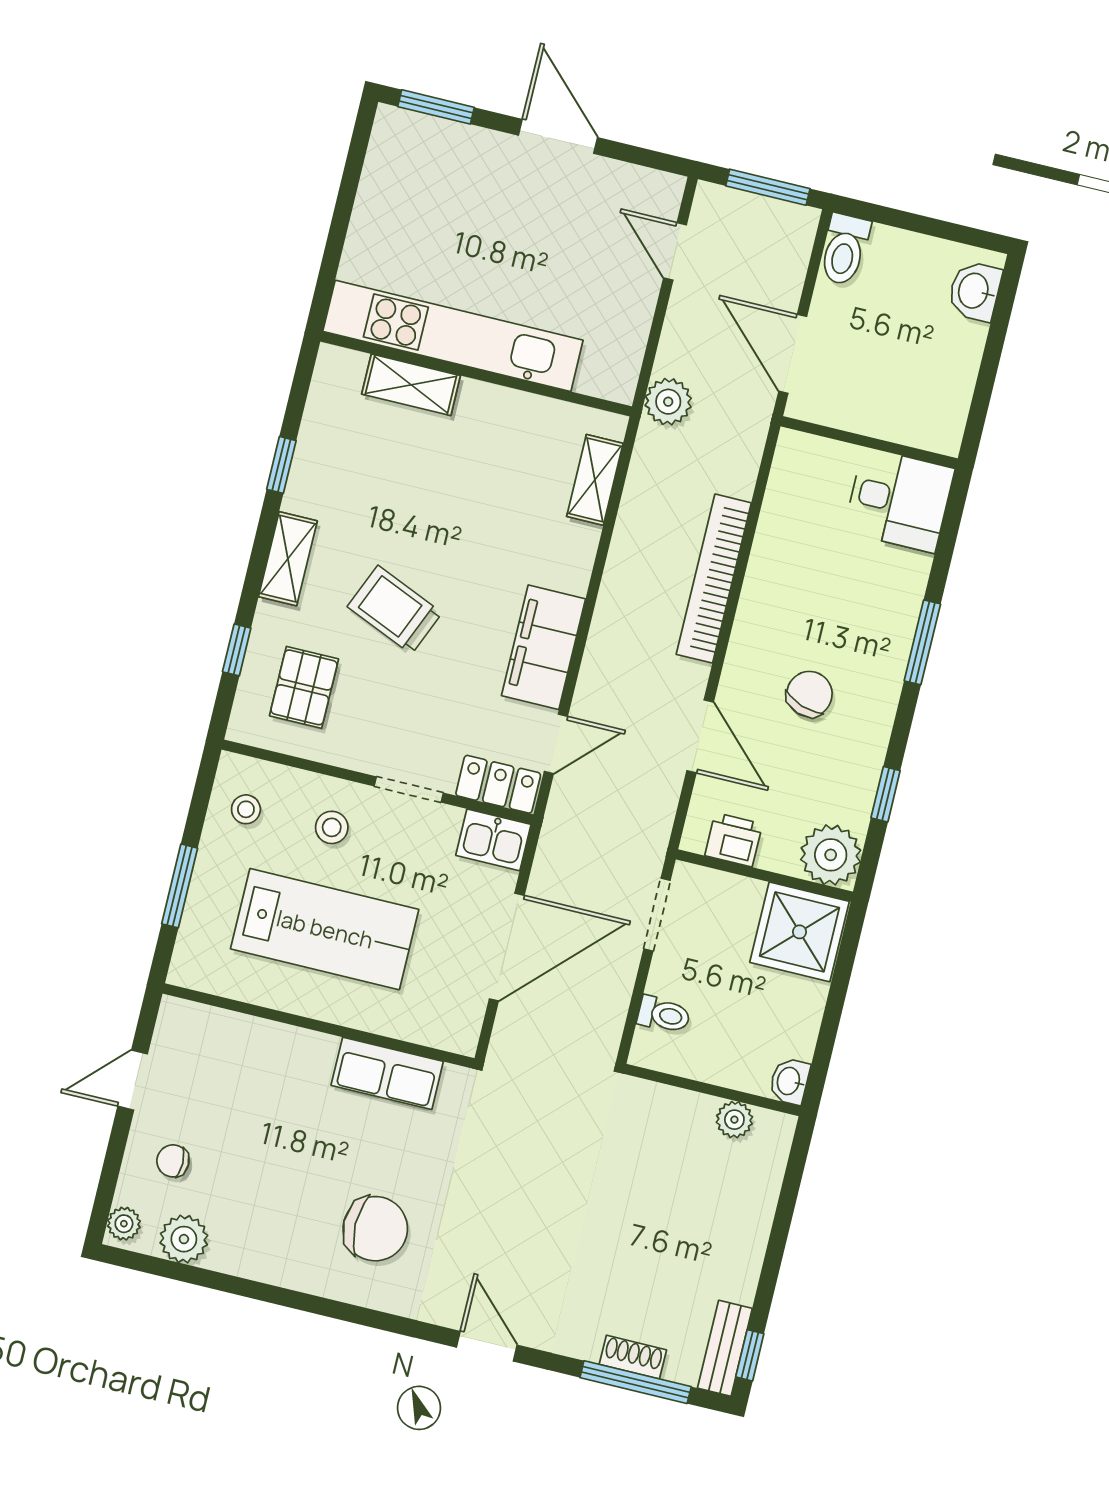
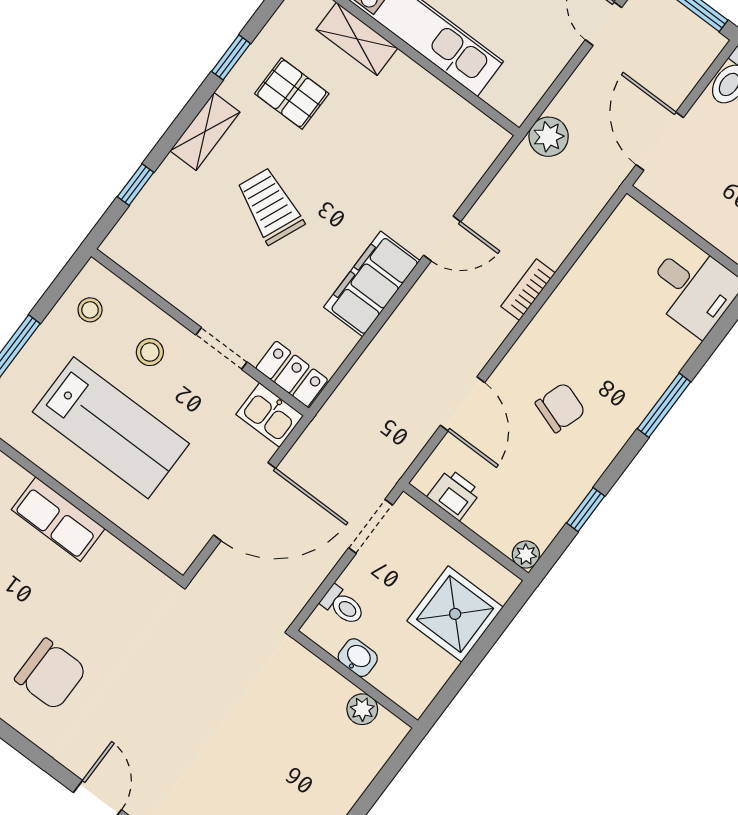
shelving: (595, 480) -> (466, 172), removed
bookcase: (714, 579) -> (528, 290), width x0.43, depth x0.76
pallet: (304, 687) -> (292, 94), moved, turned 90
door: (556, 744) -> (442, 238), moved
plant: (831, 855) -> (526, 555), width x0.53, depth x0.53
shower: (800, 932) -> (455, 614), moved
row of seats: (387, 1073) -> (58, 519), moved
washbasin: (789, 1081) -> (358, 658), moved, turned 90

